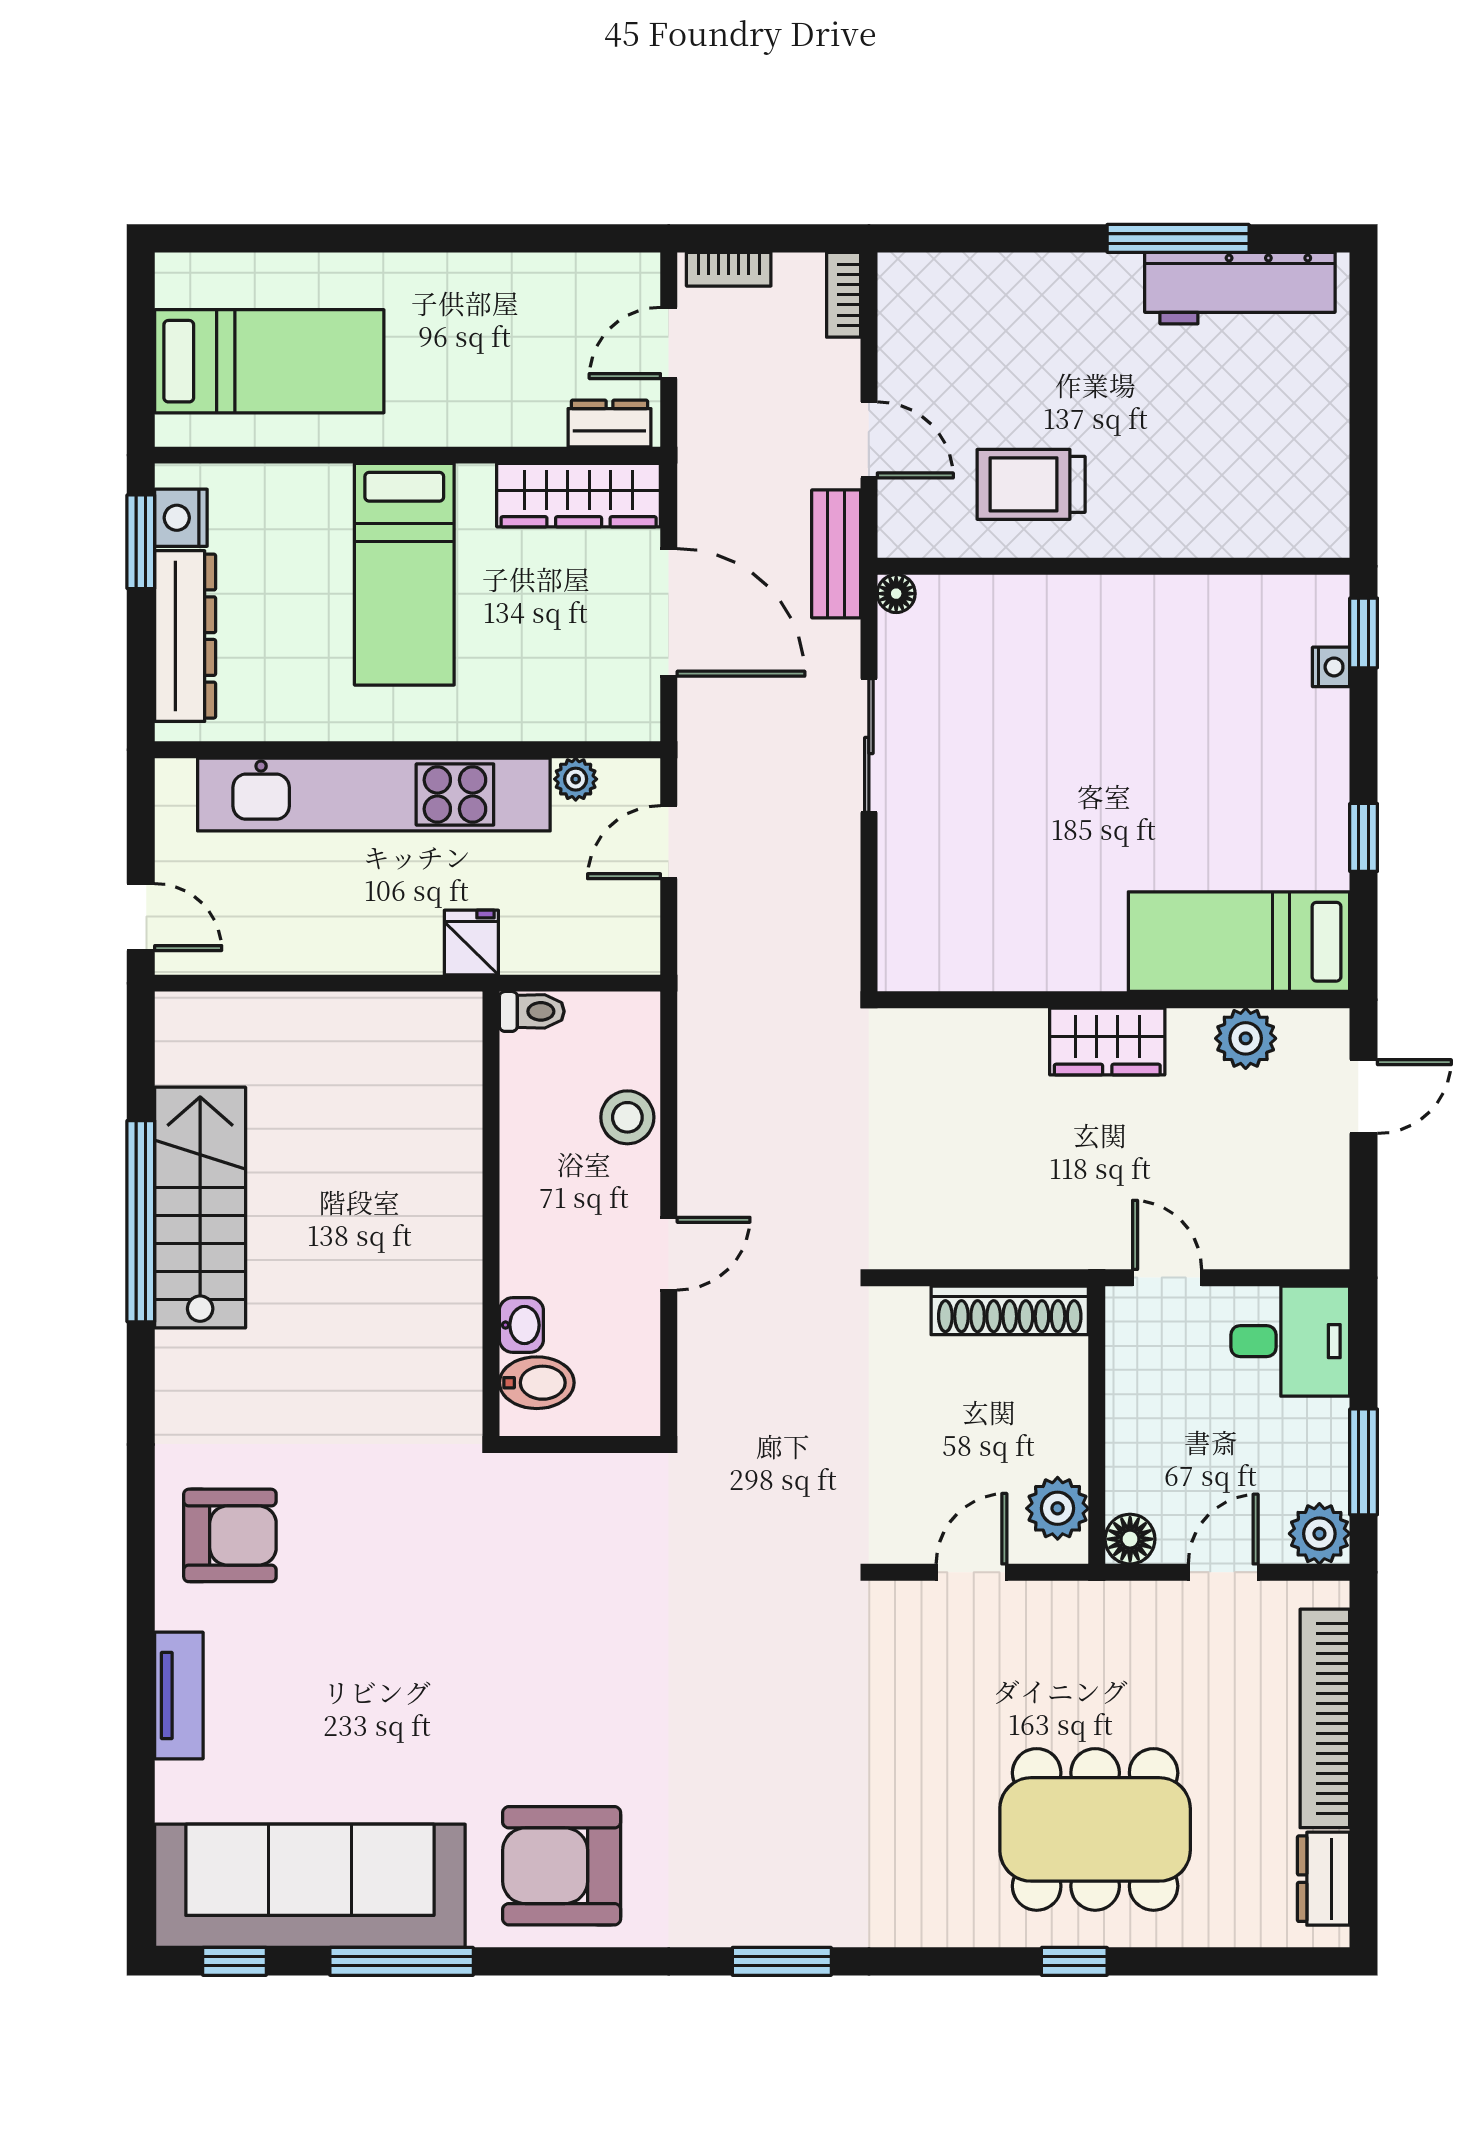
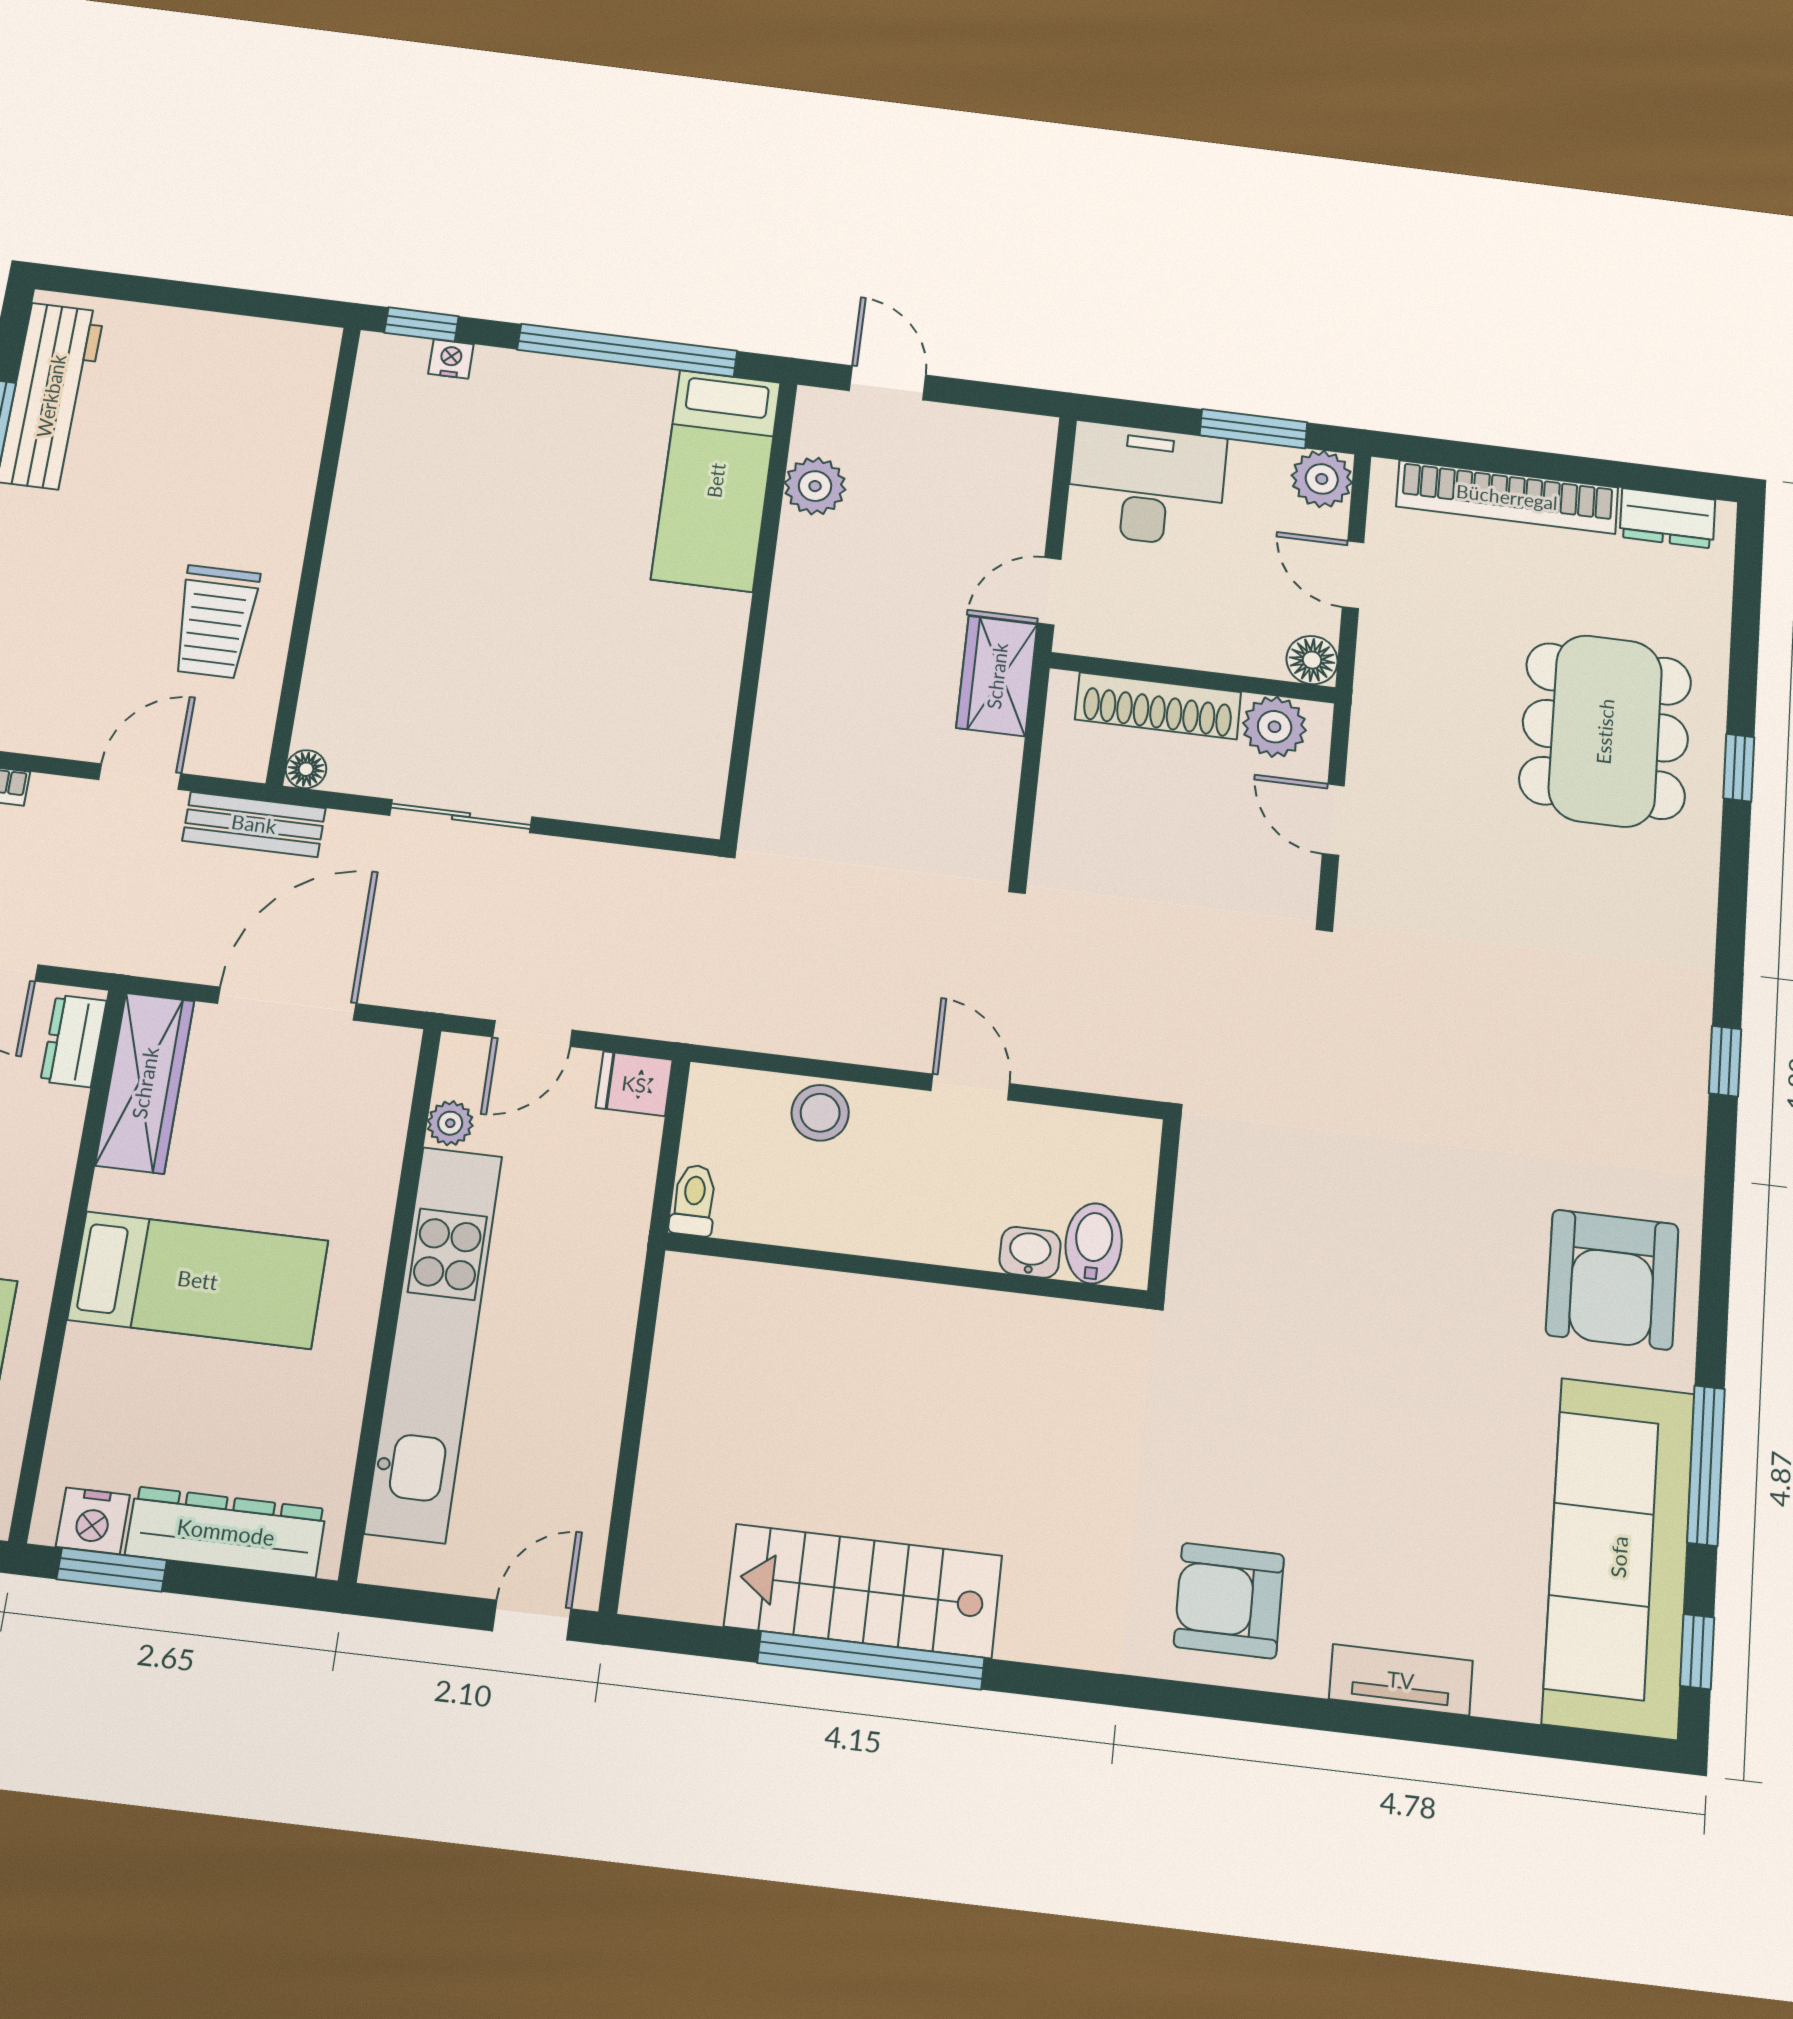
window: (1364, 837) -> (627, 350), width x3.17
door: (669, 842) -> (532, 1034), hinge flipped
fridge: (471, 943) -> (634, 1084), moved
wardrobe: (1107, 1042) -> (997, 676), moved, turned 180
shoe rack: (1010, 1310) -> (1158, 706), moved, turned 90
desk: (1290, 1341) -> (1146, 485), width x1.37
armchair: (230, 1535) -> (1229, 1601), turned -90
window: (782, 1961) -> (1725, 1061), width x0.67

